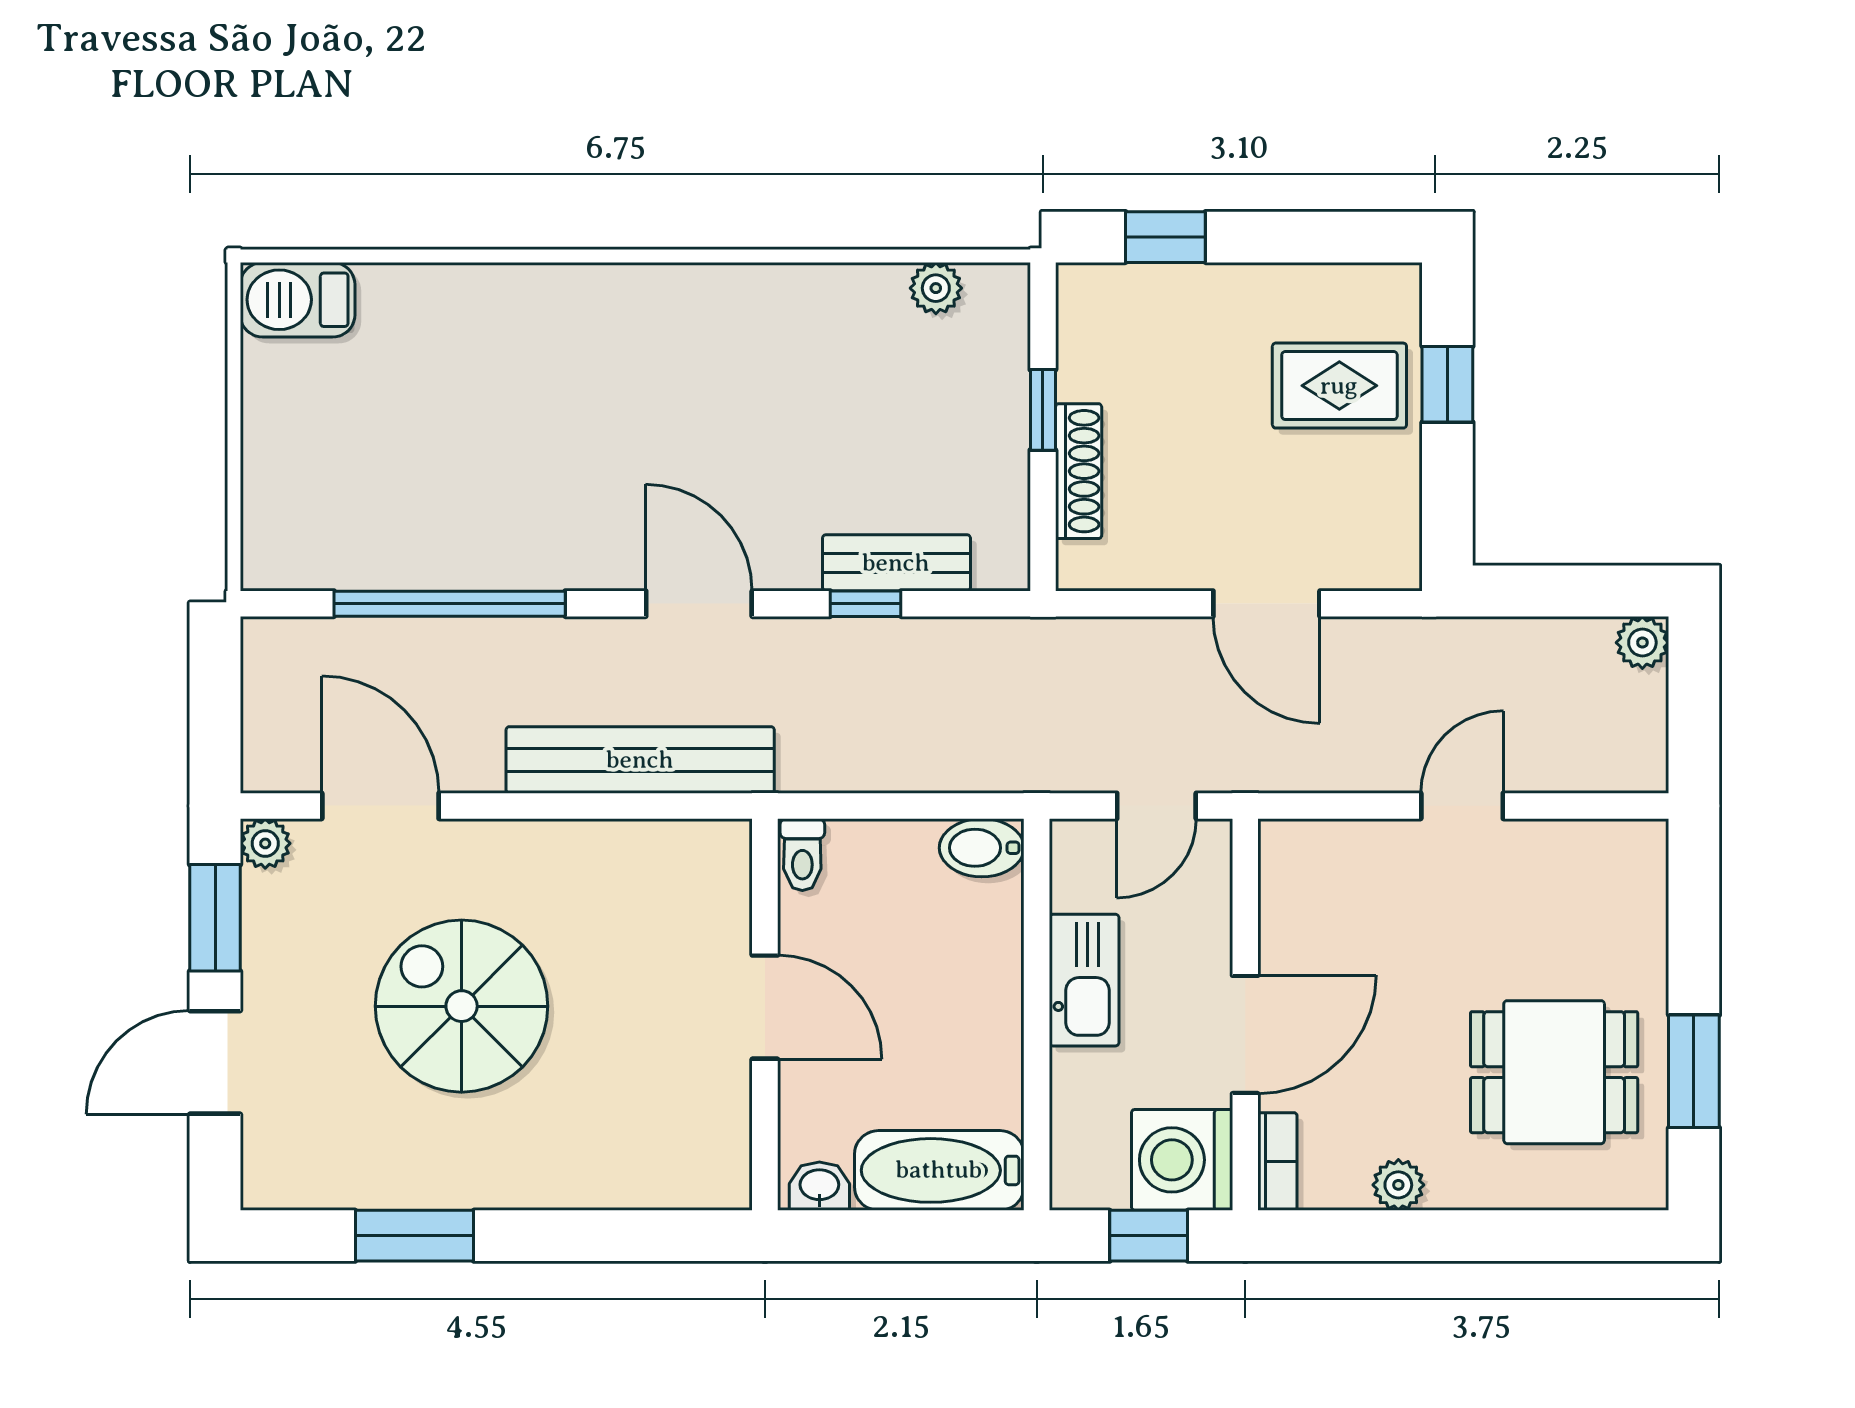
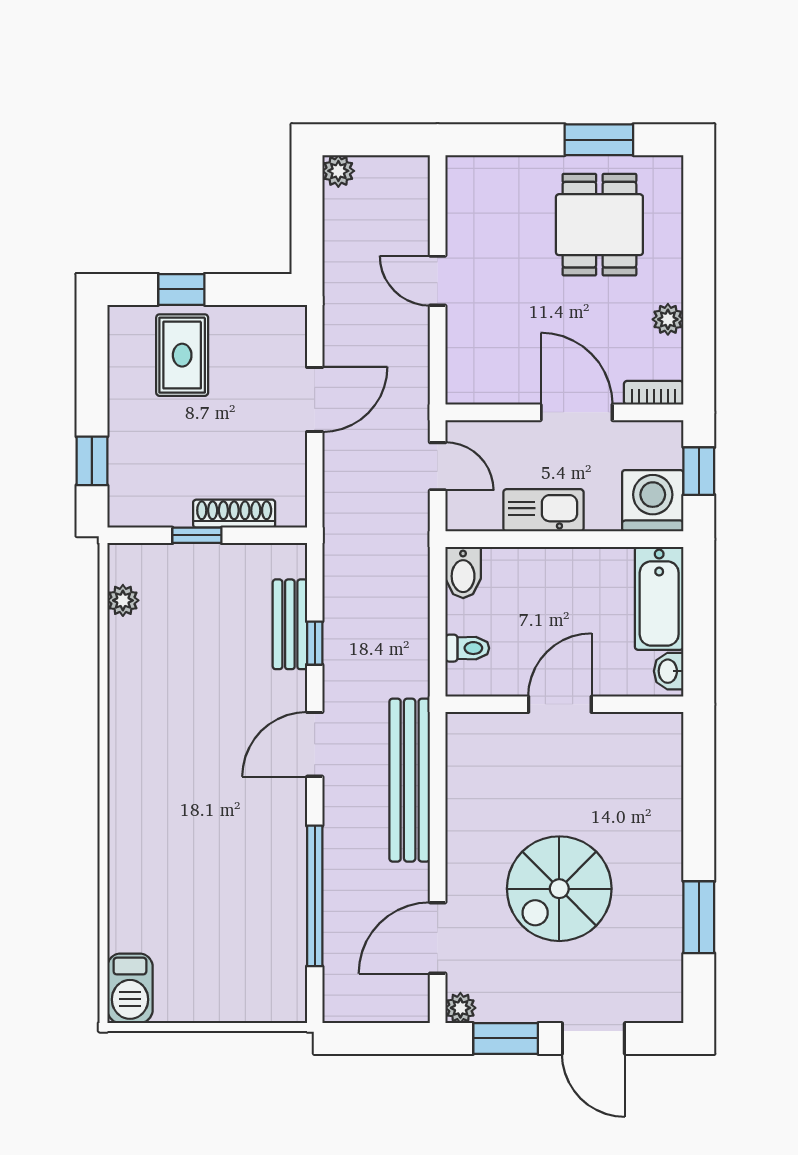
toilet: (802, 855) -> (467, 648), moved
washing machine: (1182, 1160) -> (653, 501), moved, turned 180

